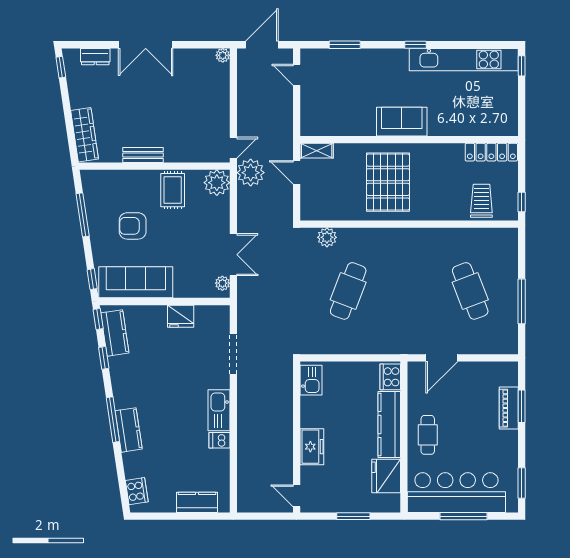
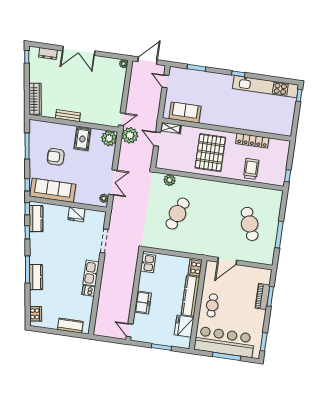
sofa: (402, 122) -> (185, 112), moved
locker: (491, 152) -> (252, 141), moved
trolley: (481, 201) -> (251, 169), moved

